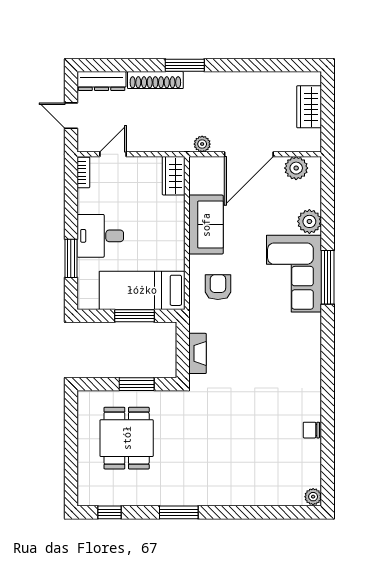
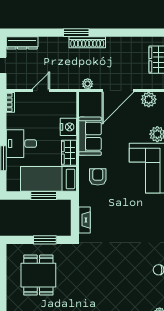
shoe rack: (155, 80) -> (87, 42), moved
door: (113, 154) -> (41, 91), moved
wardrobe: (174, 176) -> (69, 153), moved
nightstand: (173, 210) -> (68, 127), added

